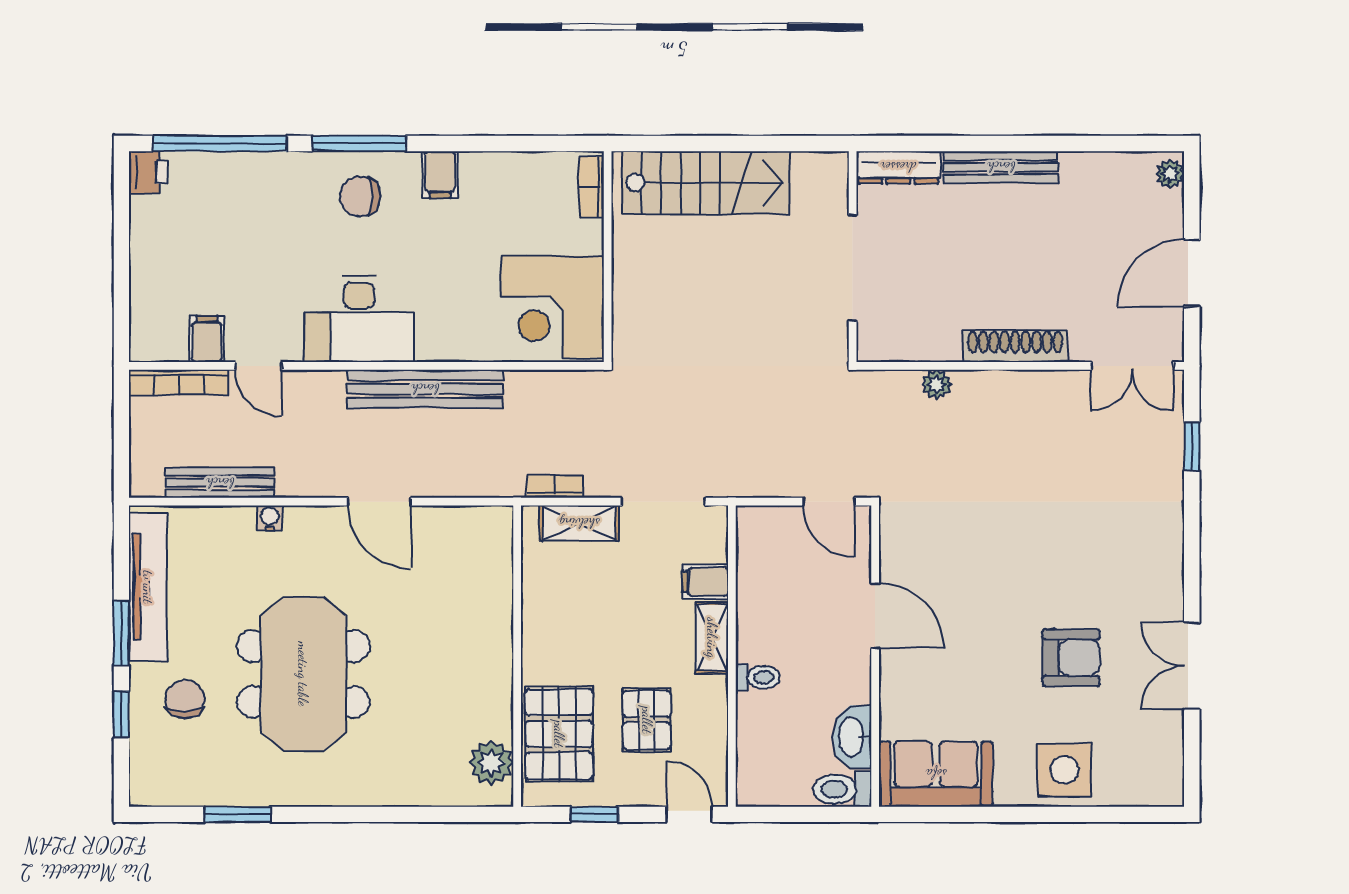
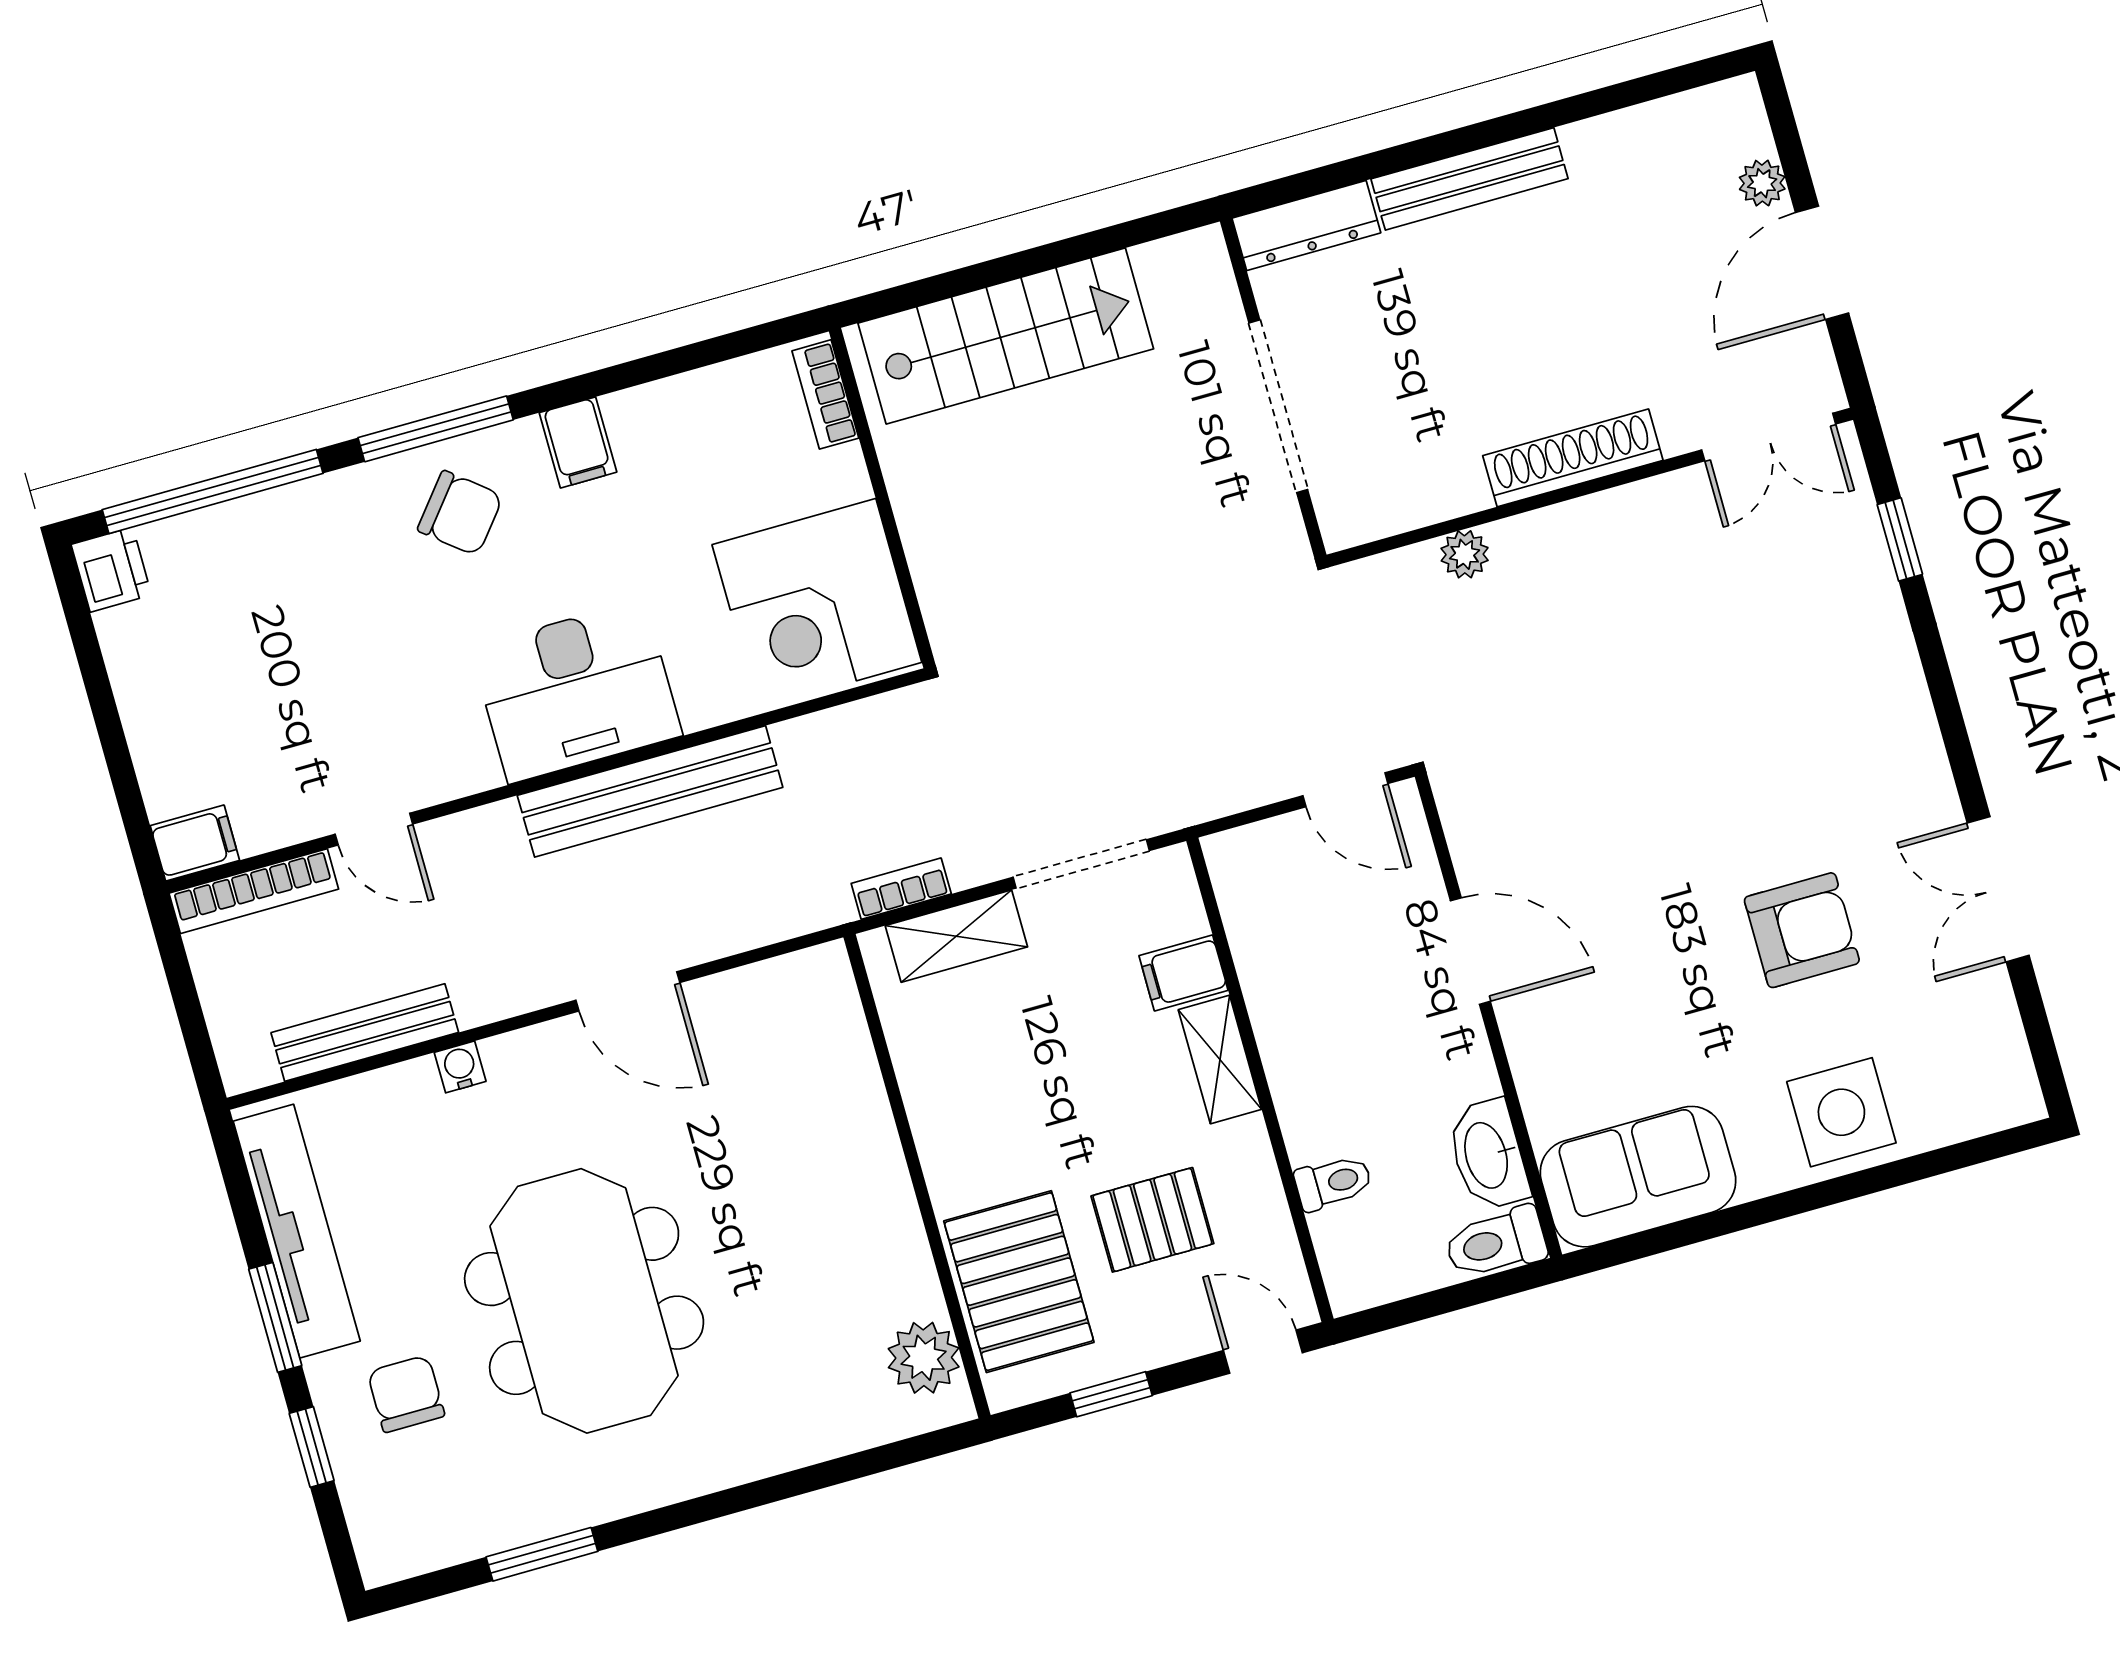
plant: (1170, 174) -> (1762, 183), moved
chair: (360, 196) -> (460, 513), turned -141
desk: (359, 319) -> (576, 691), moved
filing cabinet: (207, 339) -> (195, 843), moved, turned 90
toilet: (758, 677) -> (1333, 1182), moved
pallet: (647, 720) -> (1152, 1220), turned 90

